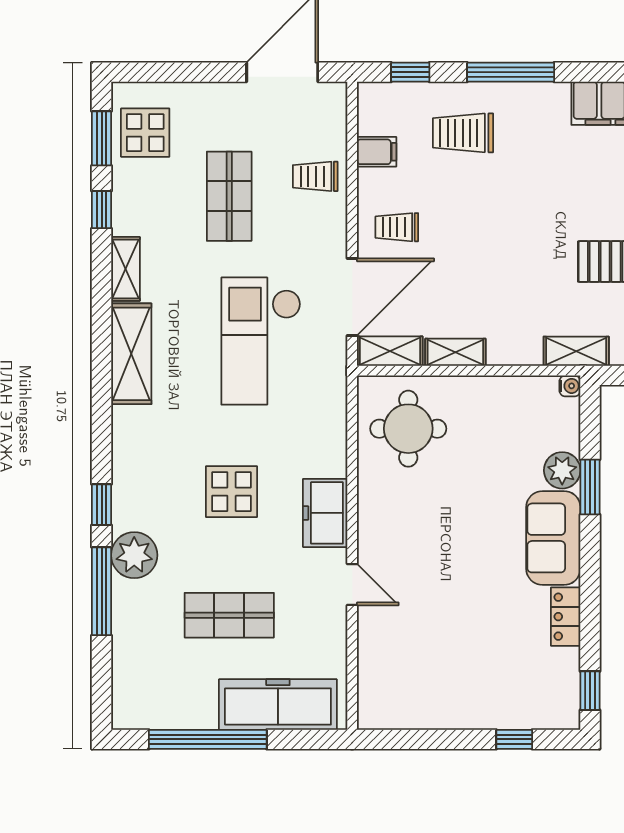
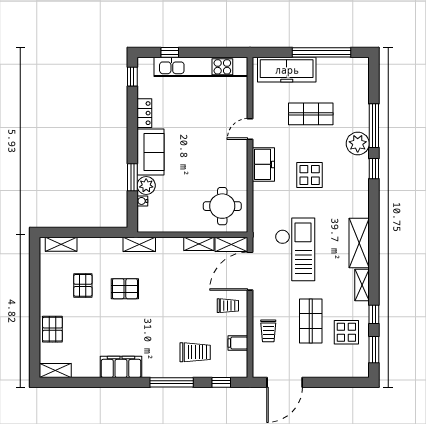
display table: (145, 133) -> (346, 332), moved
trolley: (315, 176) -> (268, 331), turned 90
water cooler: (570, 386) -> (142, 201), moved
door: (352, 584) -> (250, 129), hinge flipped
kitchen unit: (452, 710) -> (201, 67), added

